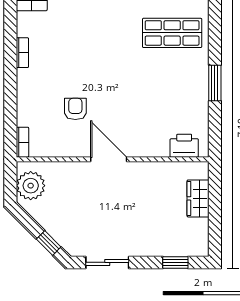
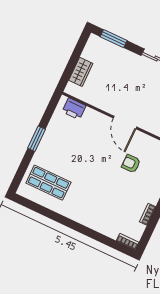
armchair: (75, 109) -> (131, 164), turned 90
window: (175, 262) -> (114, 39), width x1.50

